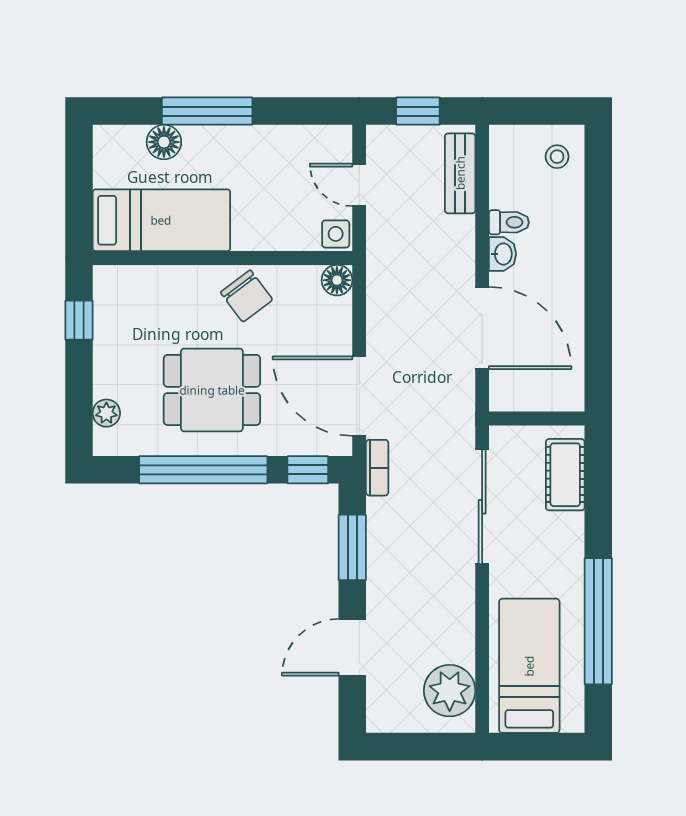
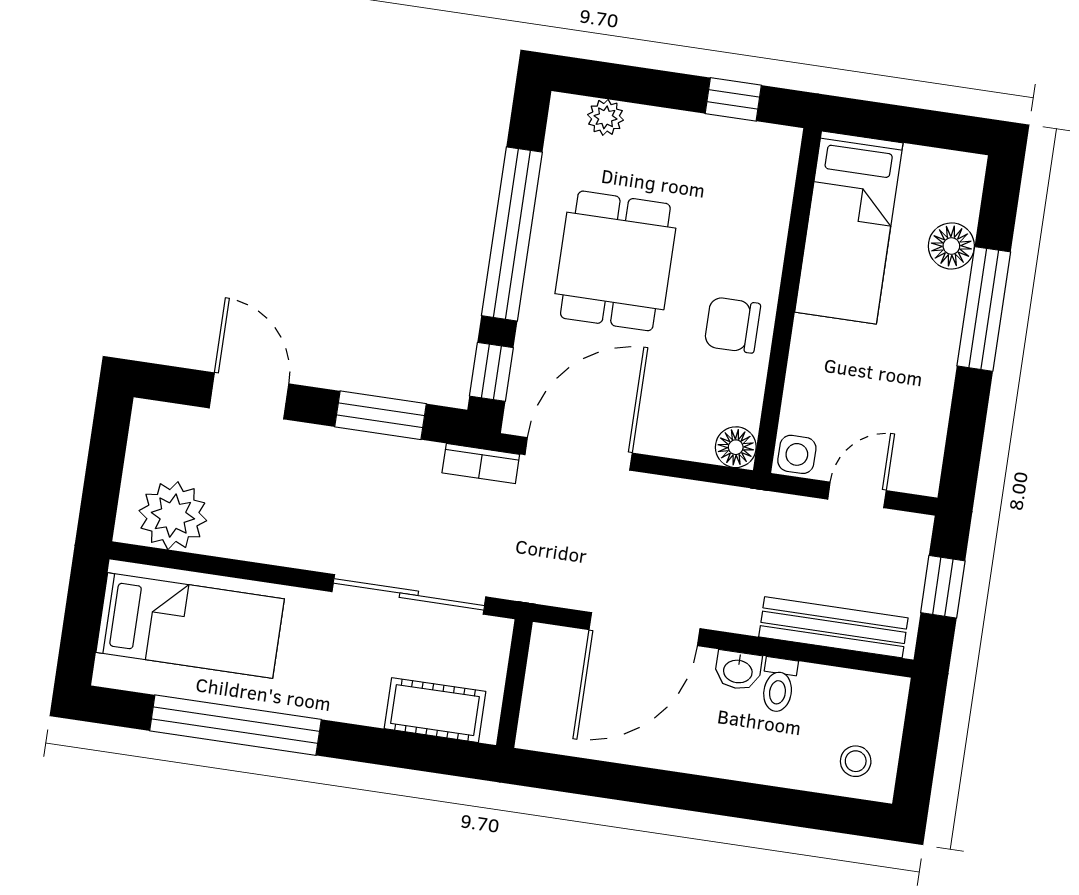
bench: (460, 173) -> (833, 627), width x1.36
chair: (247, 296) -> (732, 325), turned 37

